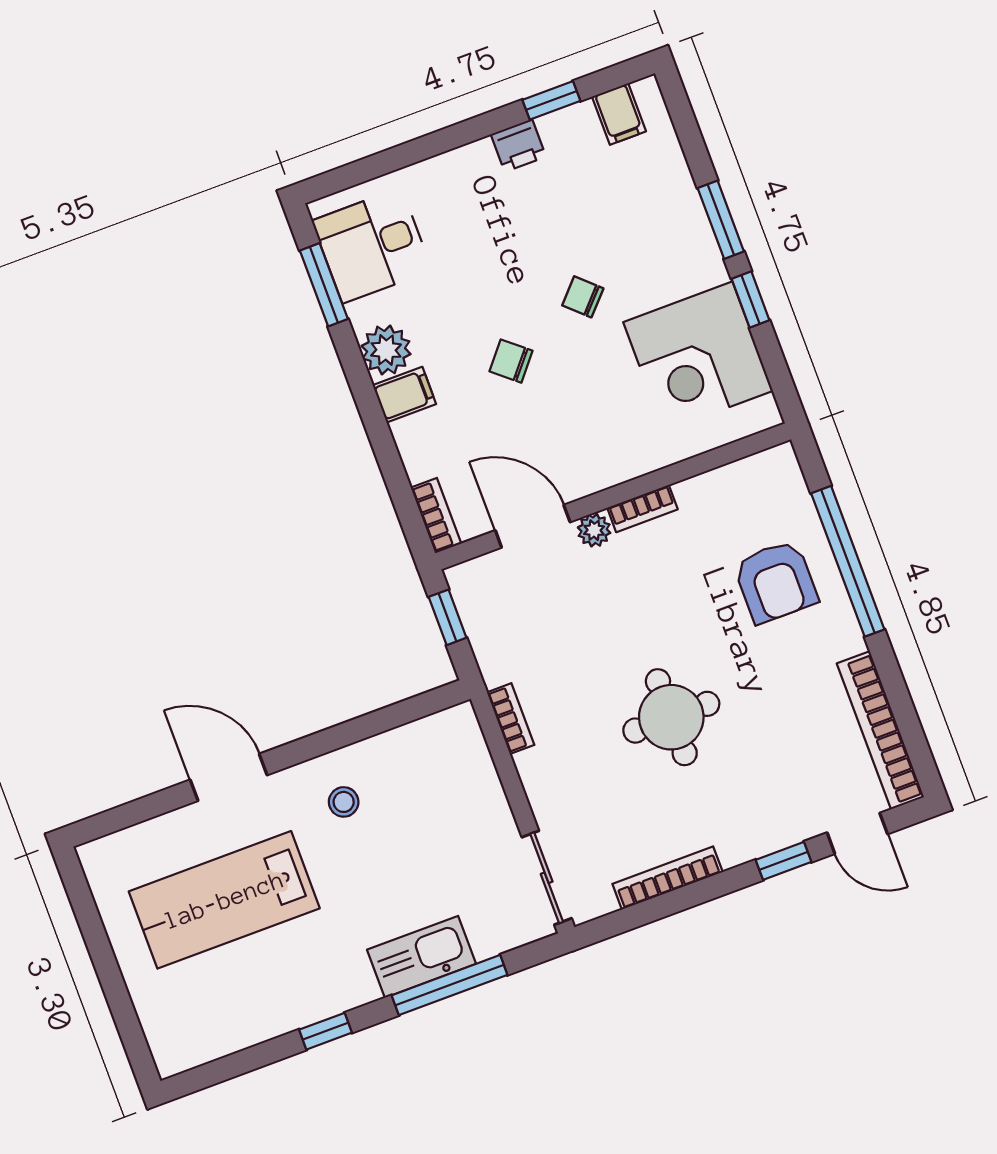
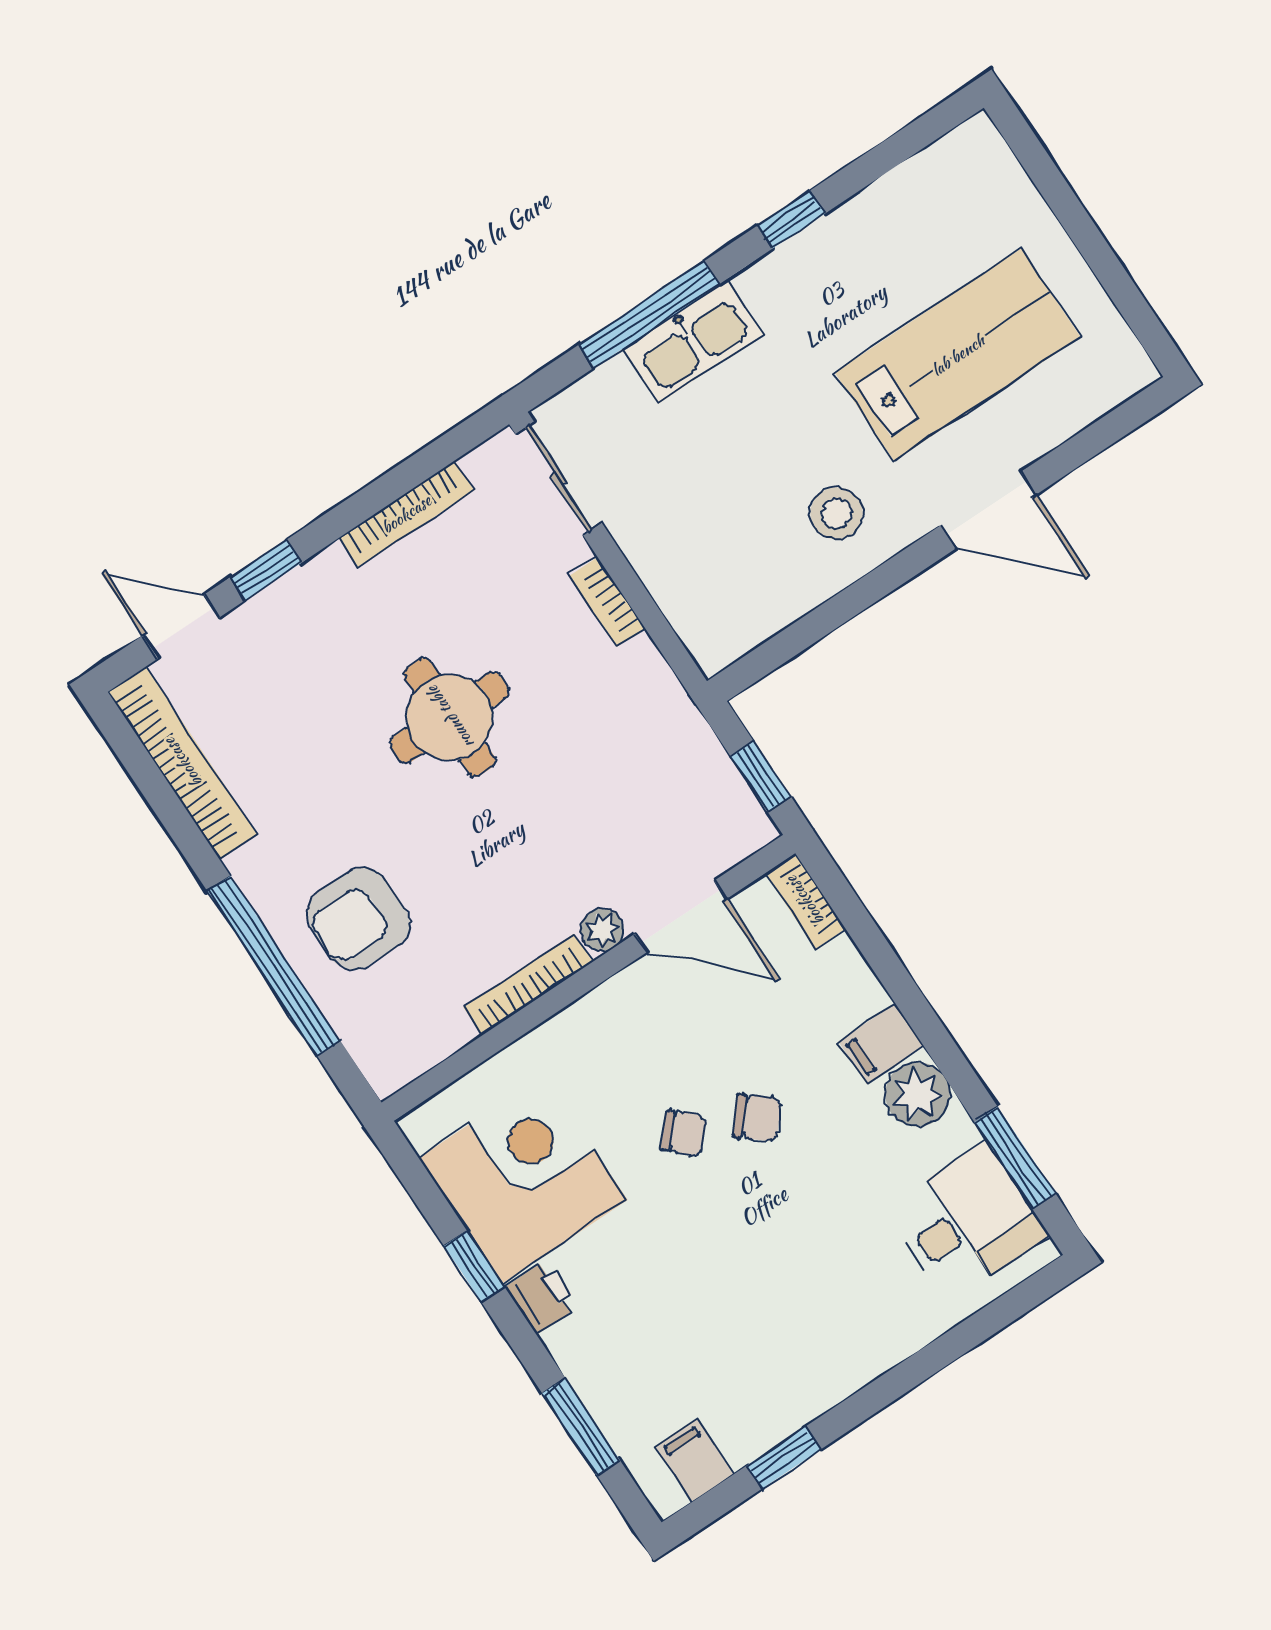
printer: (518, 145) -> (542, 1297), moved, turned 90
window: (721, 220) -> (581, 1427), moved
chair: (583, 297) -> (684, 1133), moved
bookcase: (642, 508) -> (528, 985), width x1.56
armchair: (776, 582) -> (359, 919), turned -90
bookcase: (511, 719) -> (607, 602), moved
stool: (344, 802) -> (837, 513), width x1.37, depth x1.37

